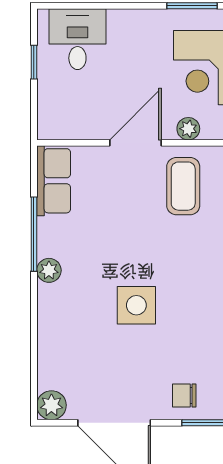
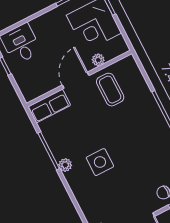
row of seats: (54, 181) -> (49, 106), moved, turned 90
side table: (136, 305) -> (100, 162), moved

